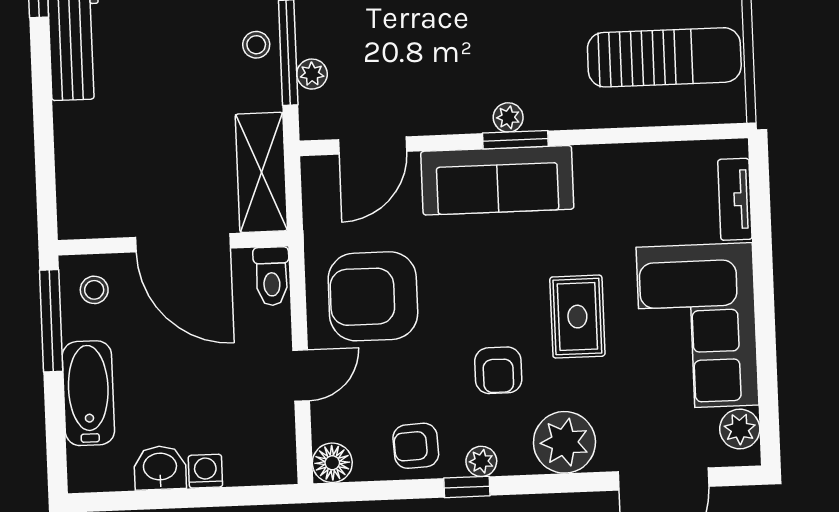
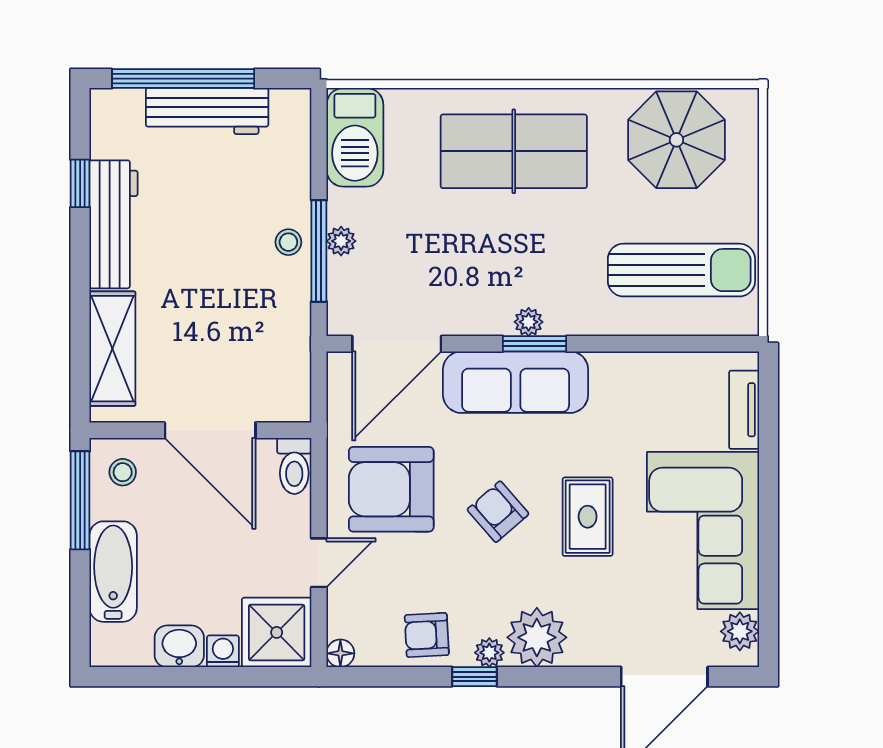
plant: (312, 74) -> (341, 241), moved
door: (373, 145) -> (397, 344), width x1.36
shelving: (261, 172) -> (112, 349), moved
armchair: (498, 370) -> (498, 512), moved, turned 139
plant: (564, 442) -> (537, 637), moved
shower: (260, 449) -> (277, 632), added
floor lamp: (332, 463) -> (340, 653), width x0.73, depth x0.73

